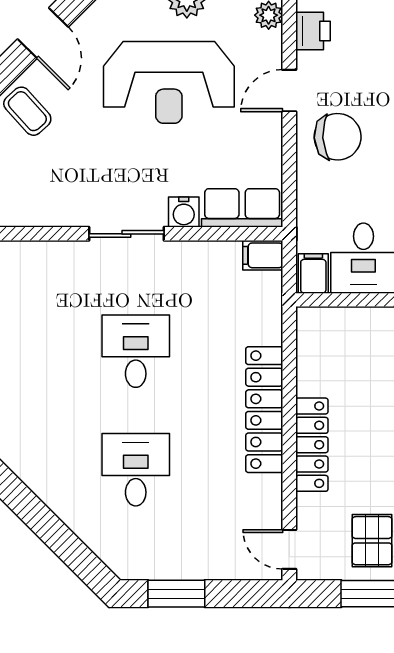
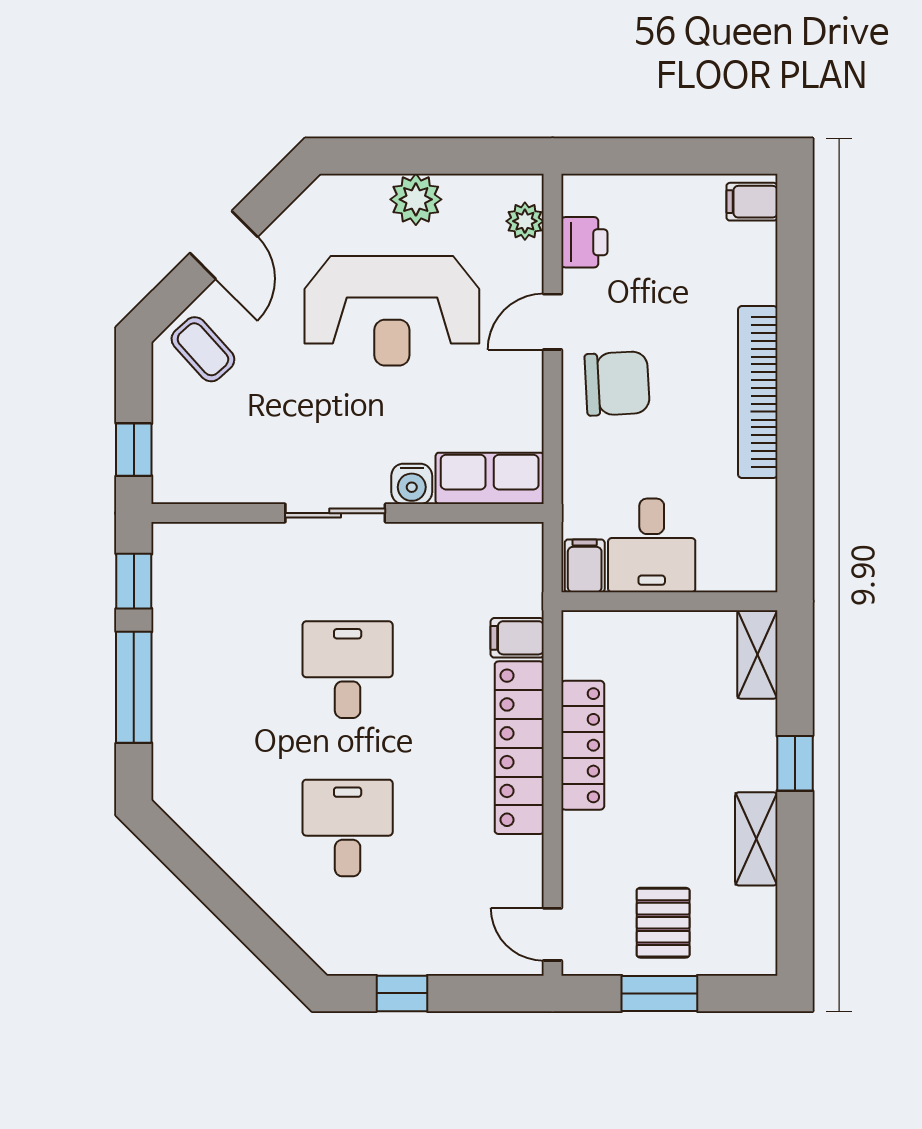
filing cabinet: (263, 255) -> (517, 638), moved
locker: (312, 445) -> (583, 745), moved
window: (176, 594) -> (402, 993), width x0.67

